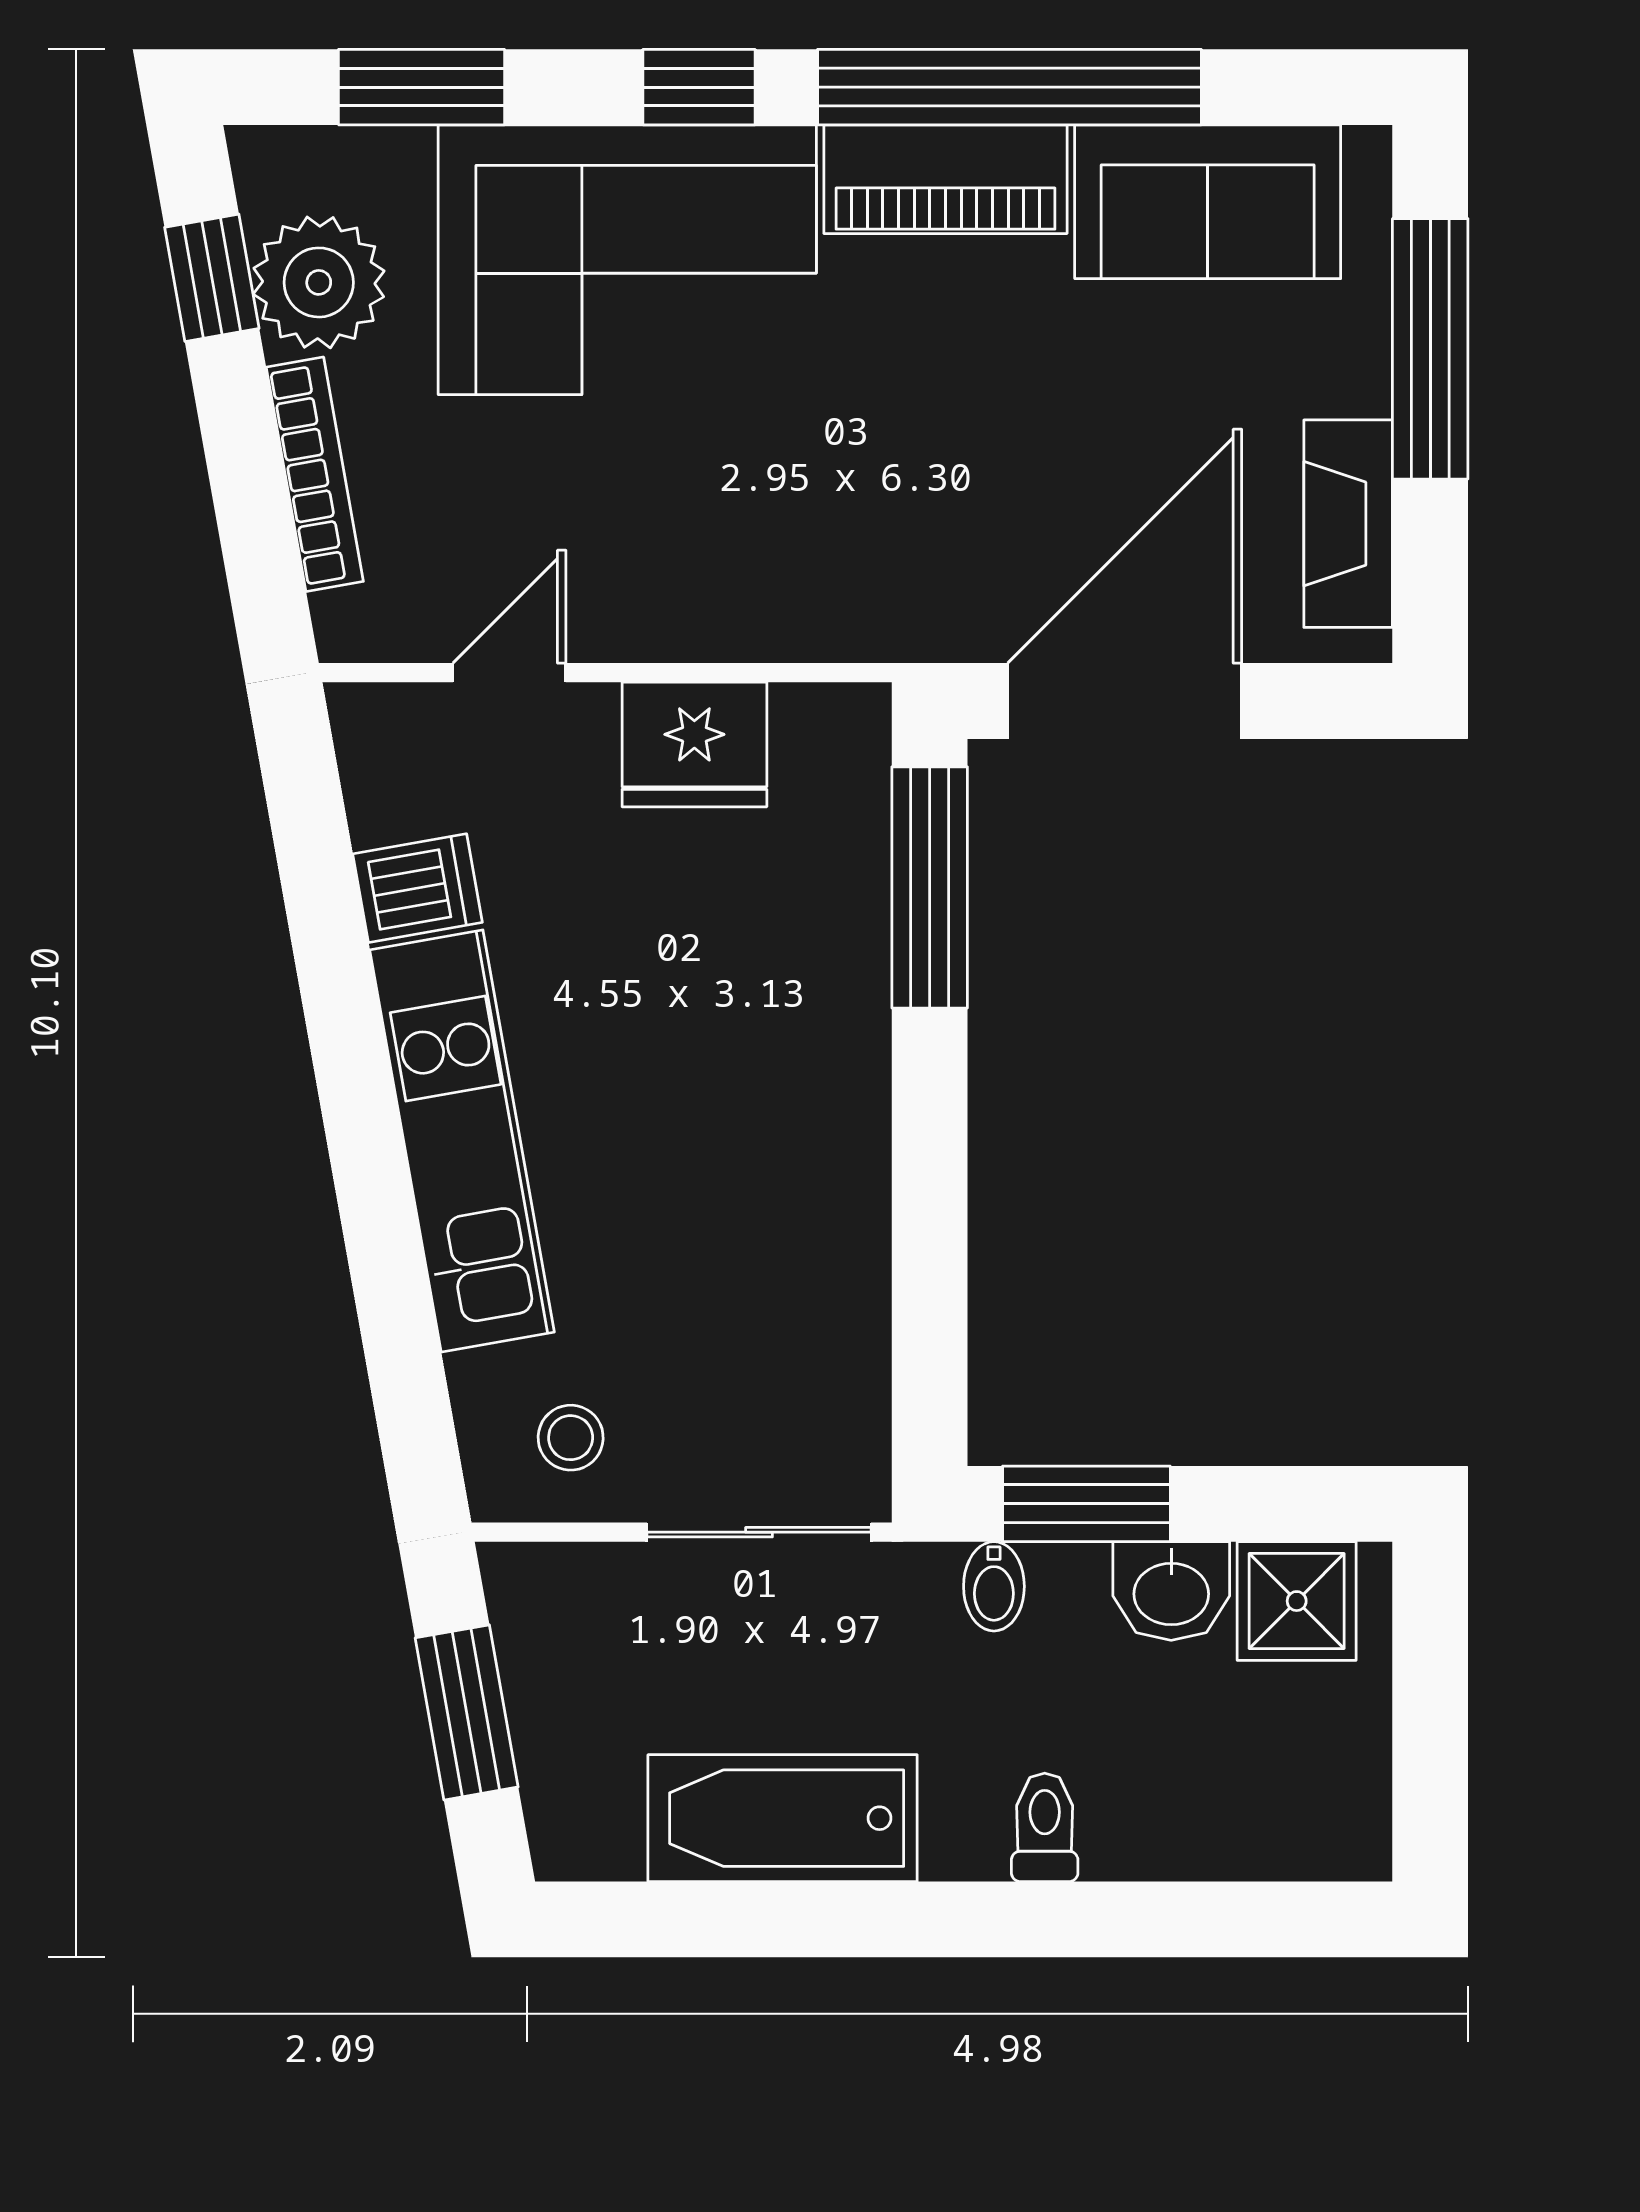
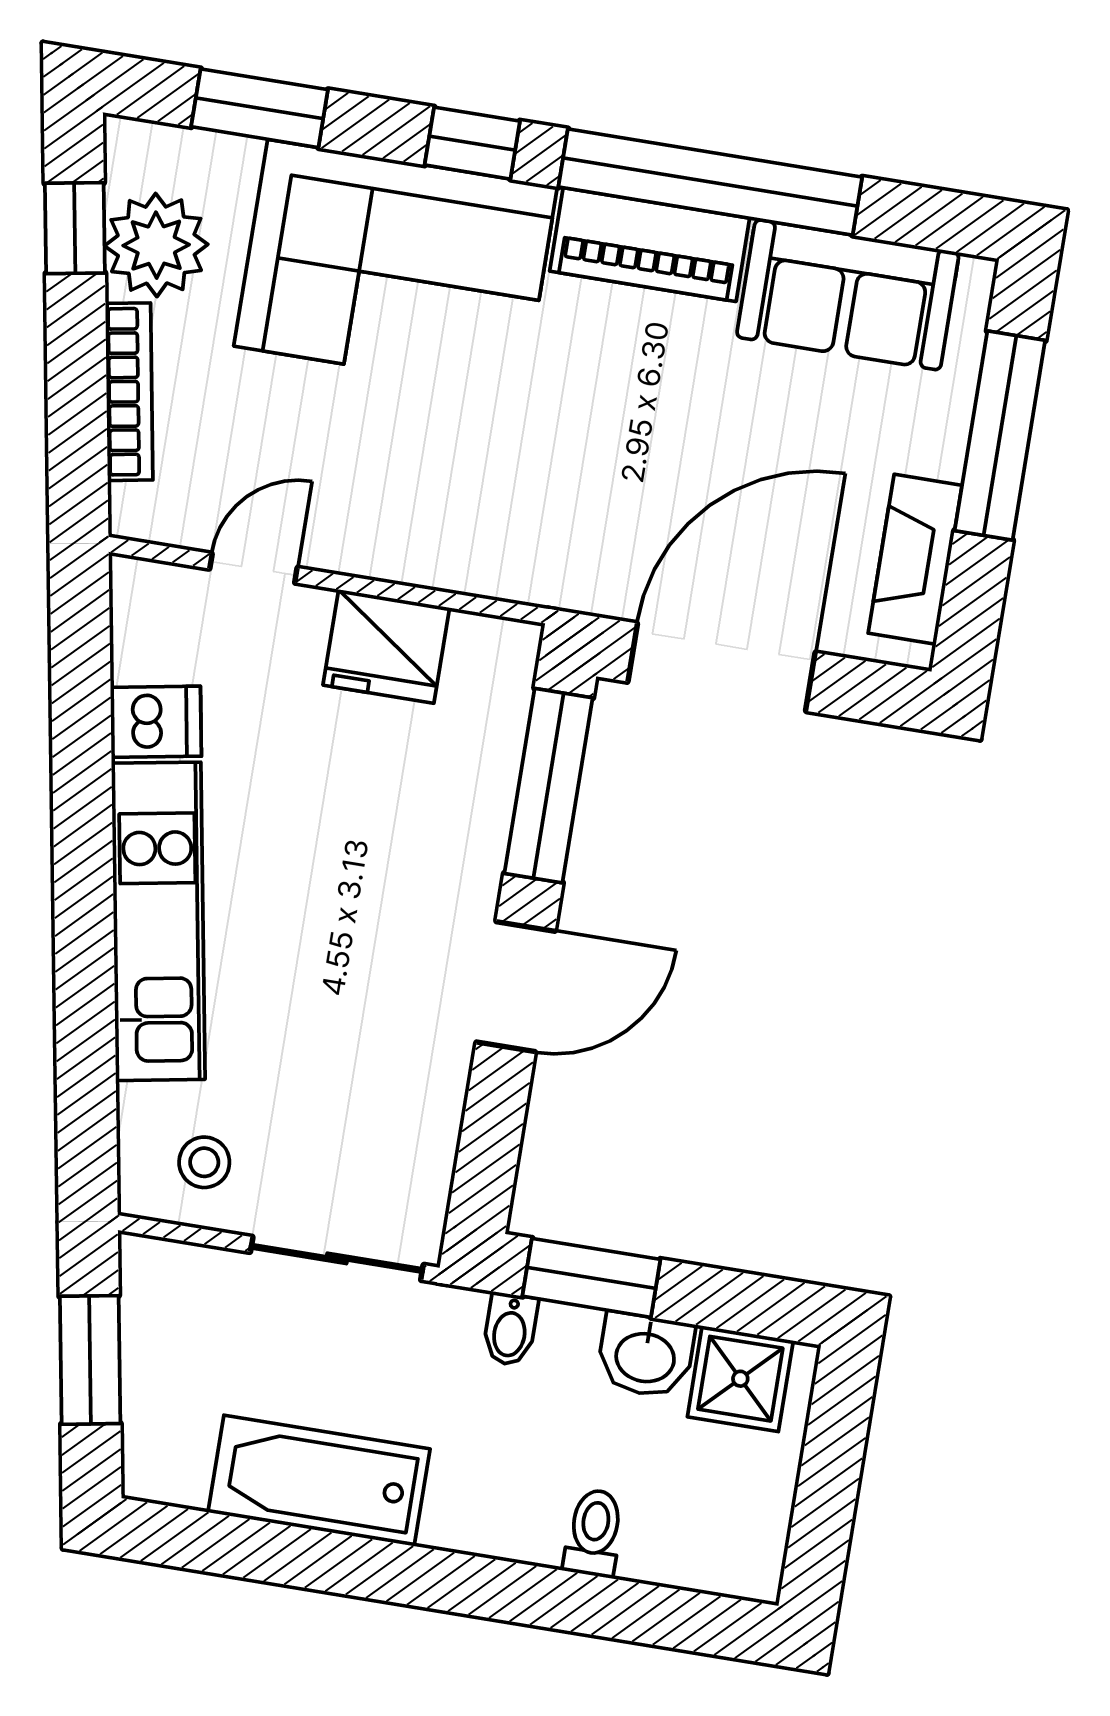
door: (930, 1150) -> (516, 987), added
toilet: (1045, 1827) -> (594, 1533), moved

